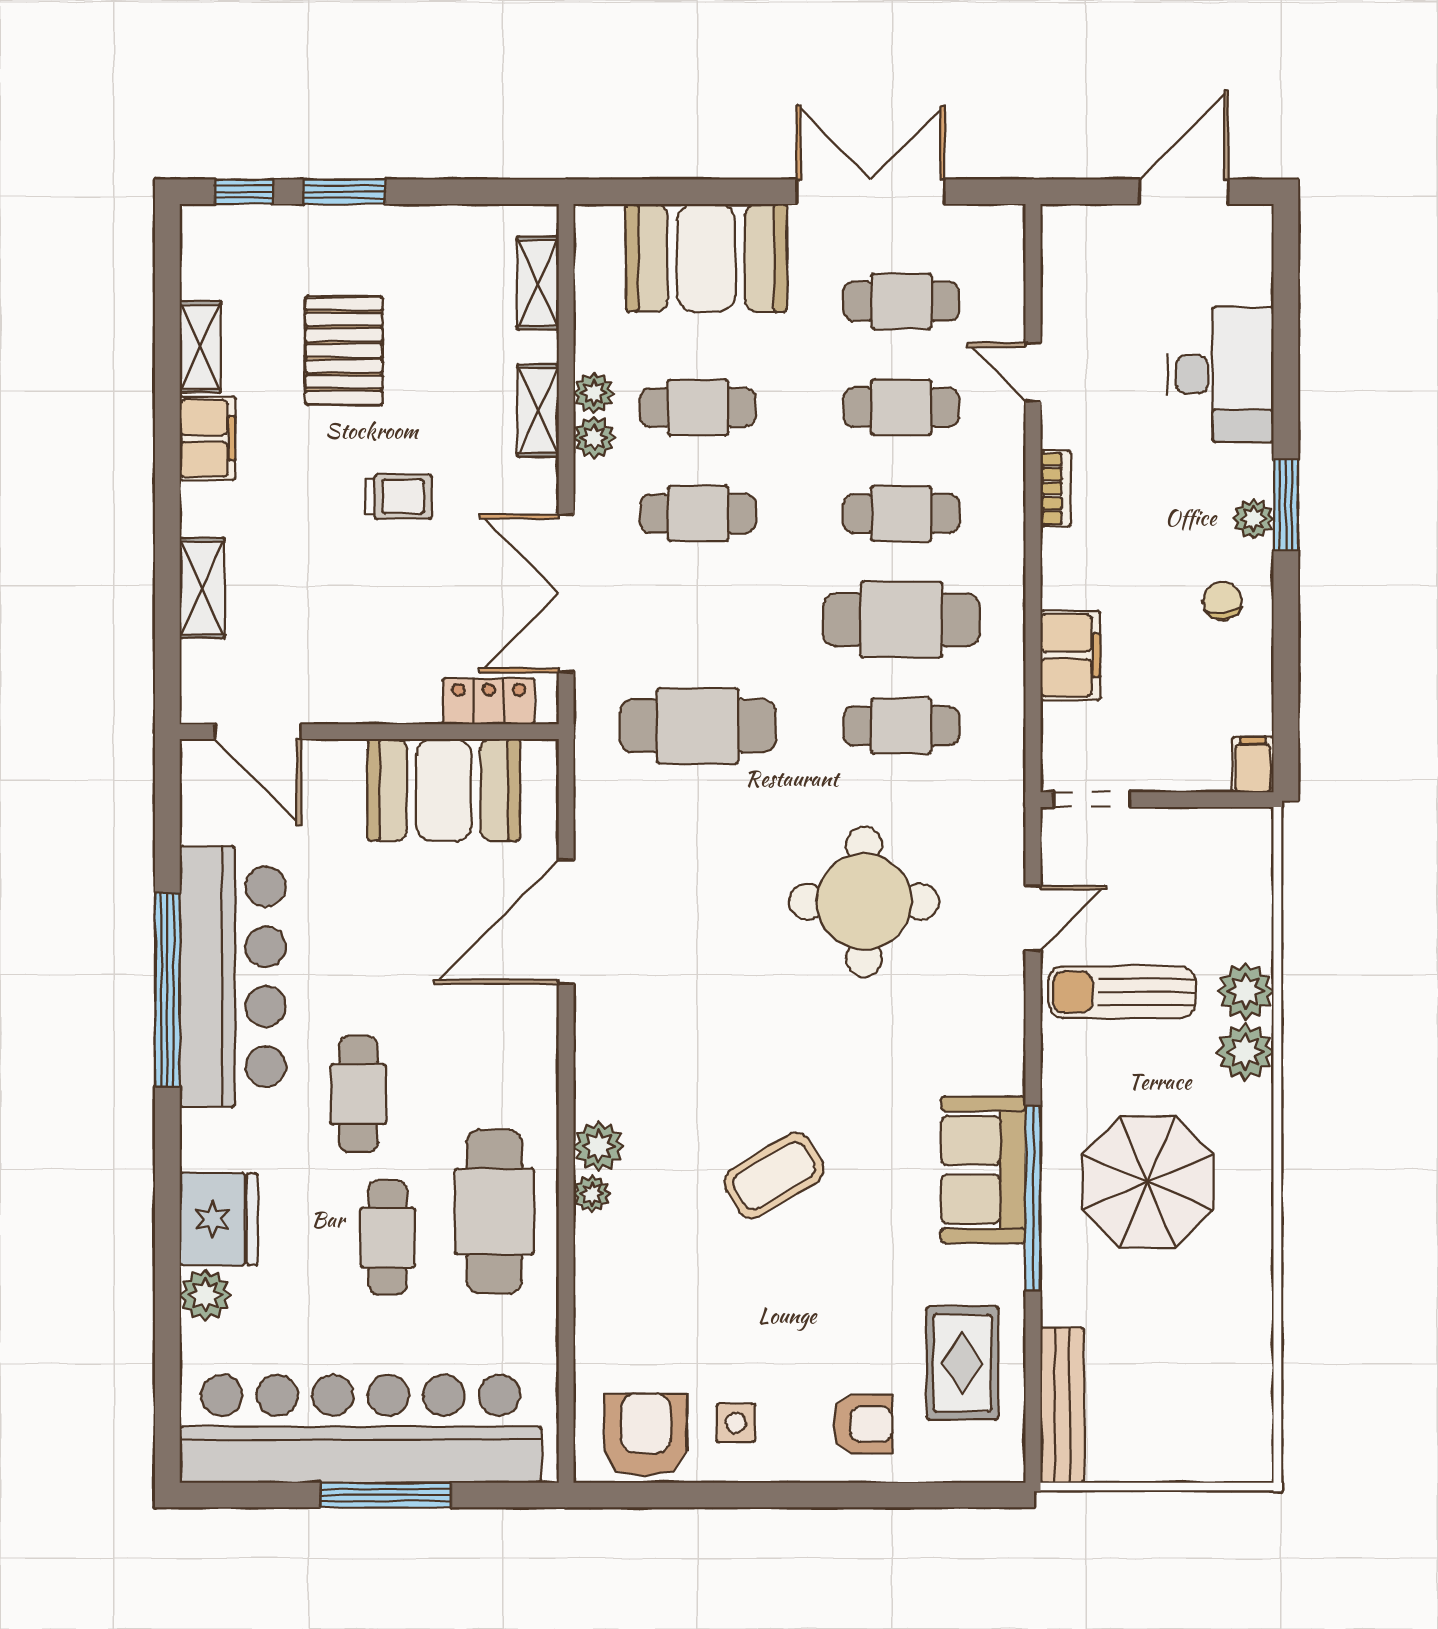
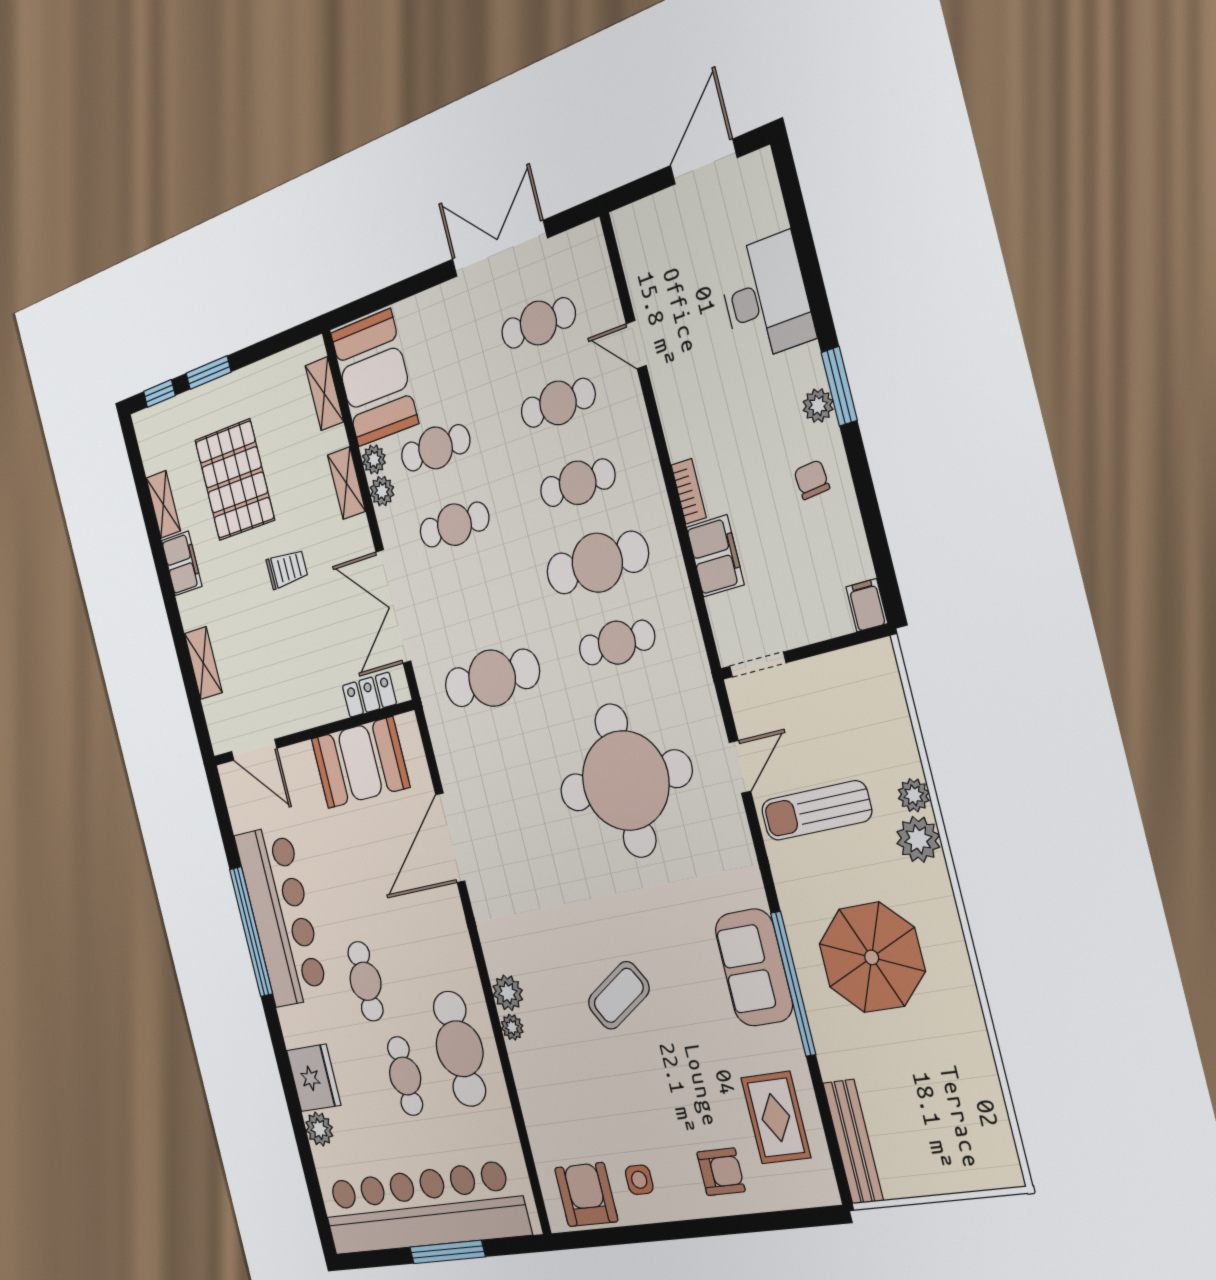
booth: (706, 258) -> (374, 378), moved, turned 90
pallet: (344, 351) -> (235, 480), width x1.37, depth x1.41
bookcase: (1056, 489) -> (689, 491), moved
round table: (864, 902) -> (625, 781), width x1.36, depth x1.36
plant: (1245, 991) -> (914, 795), width x0.73, depth x0.73

